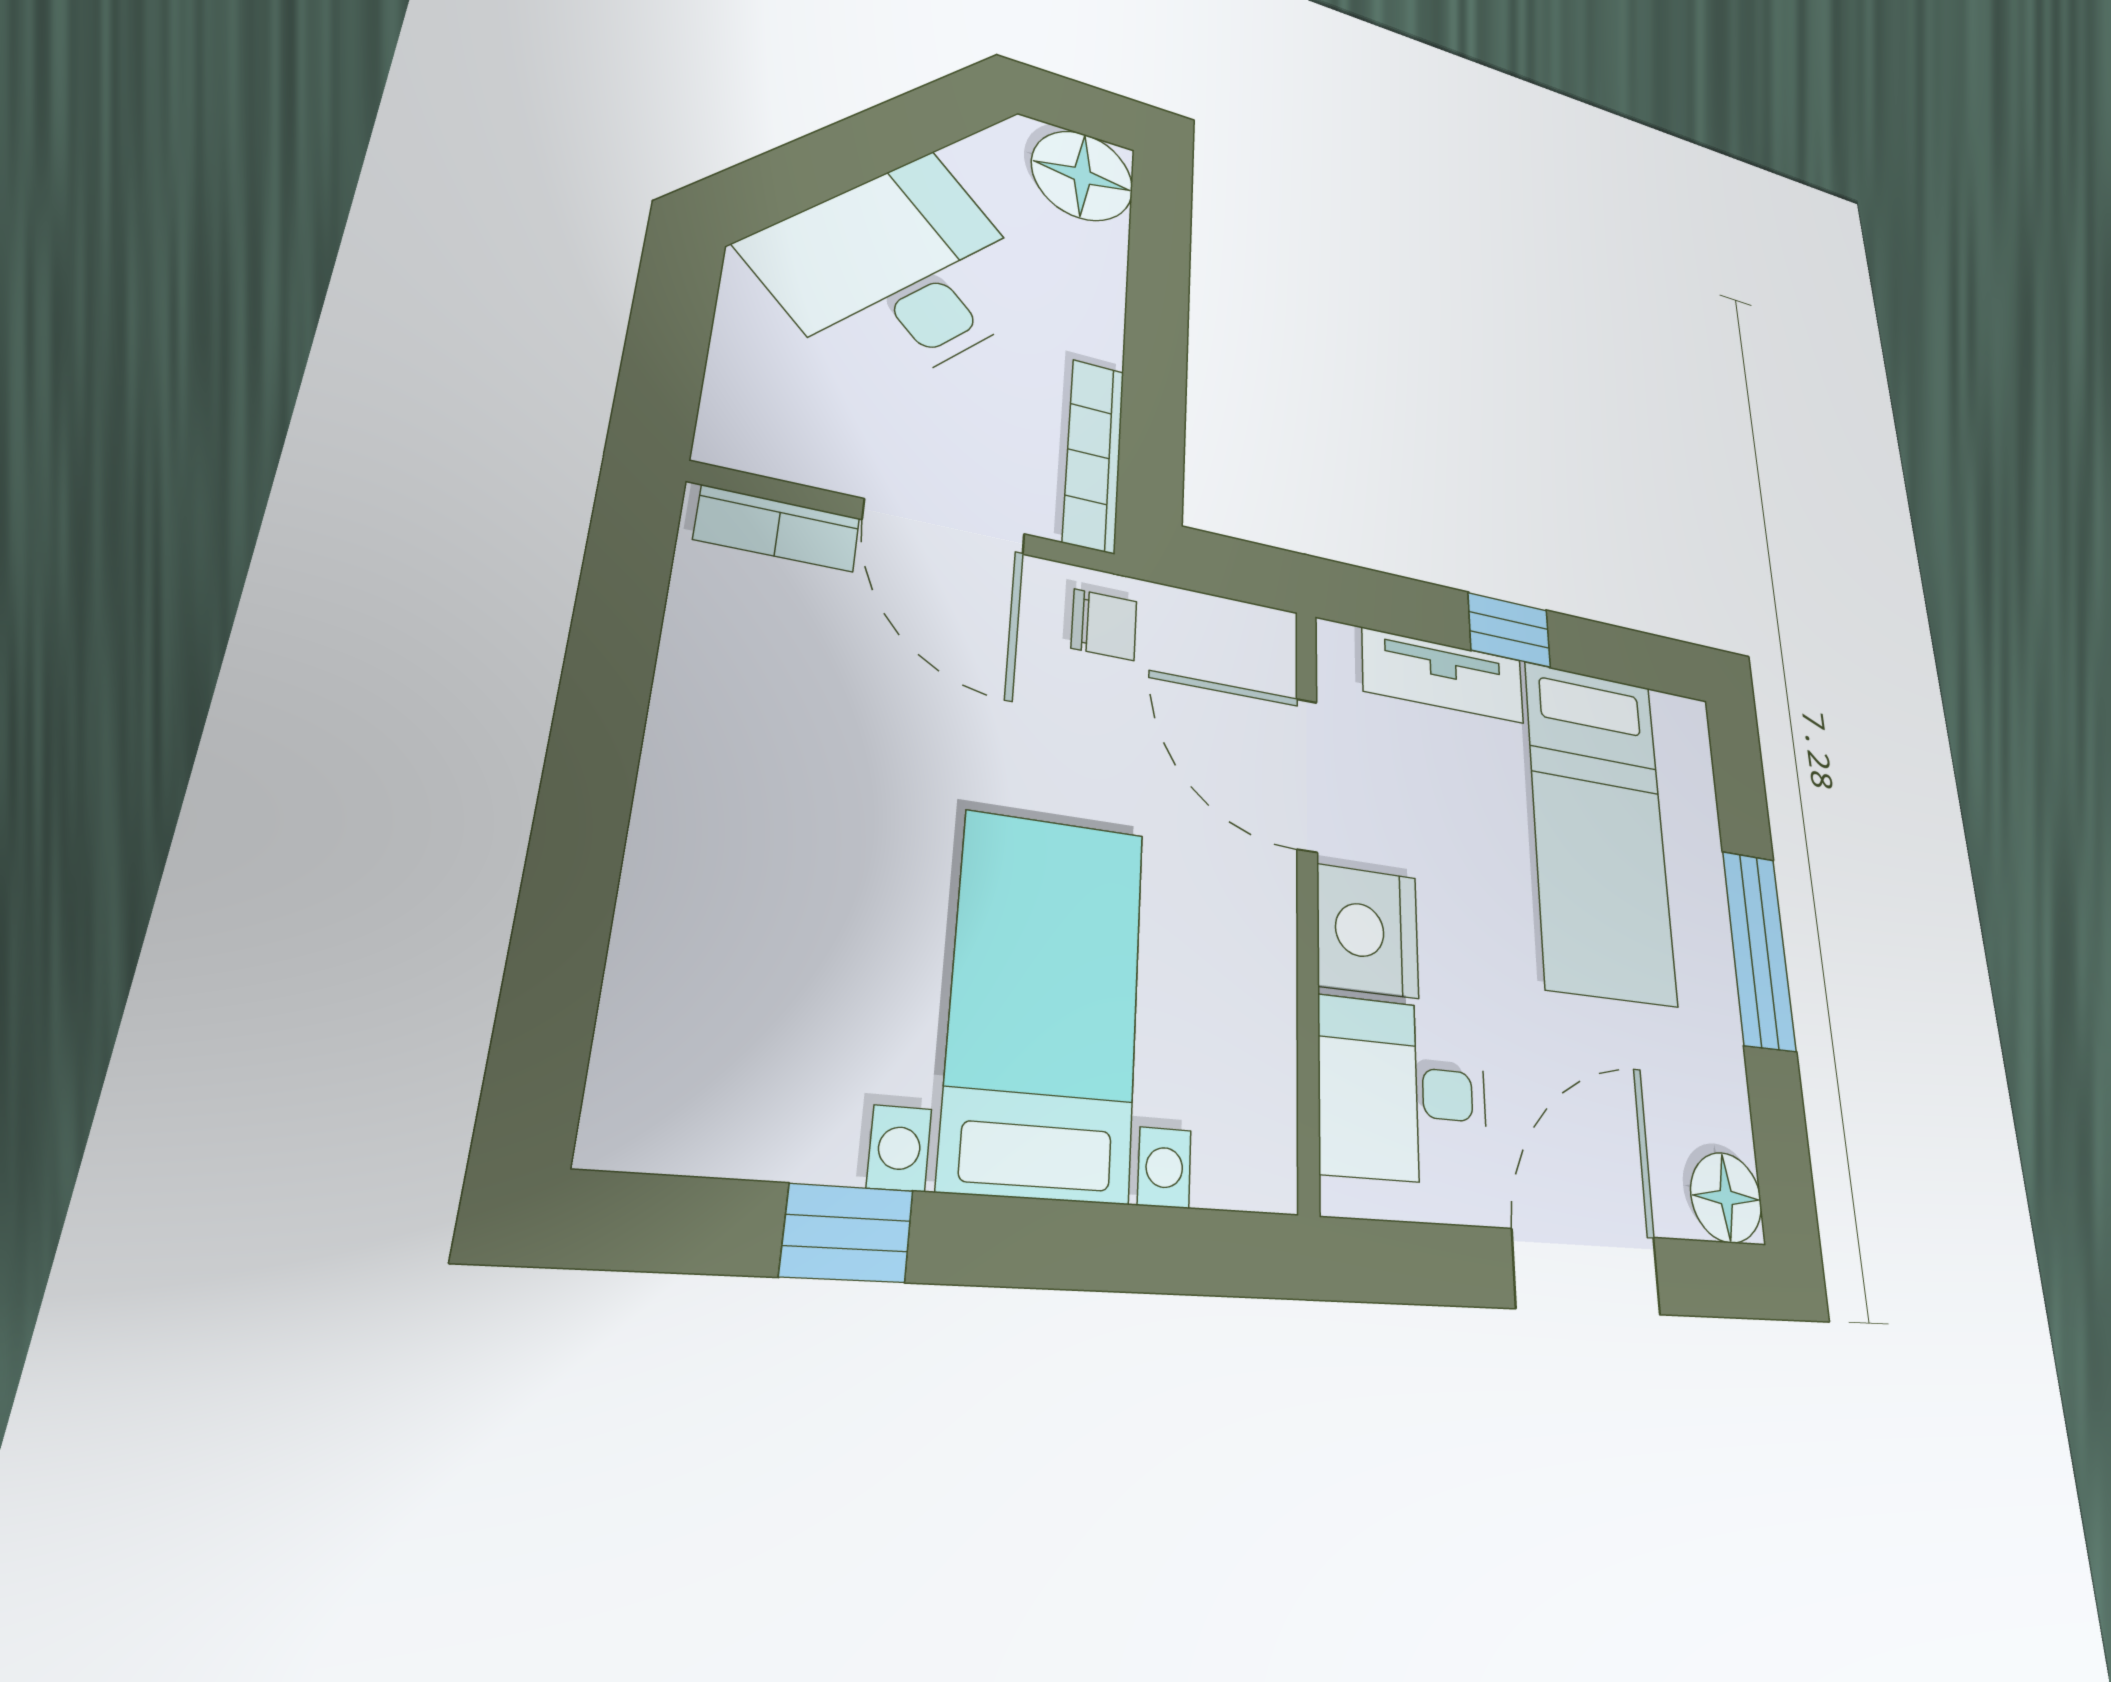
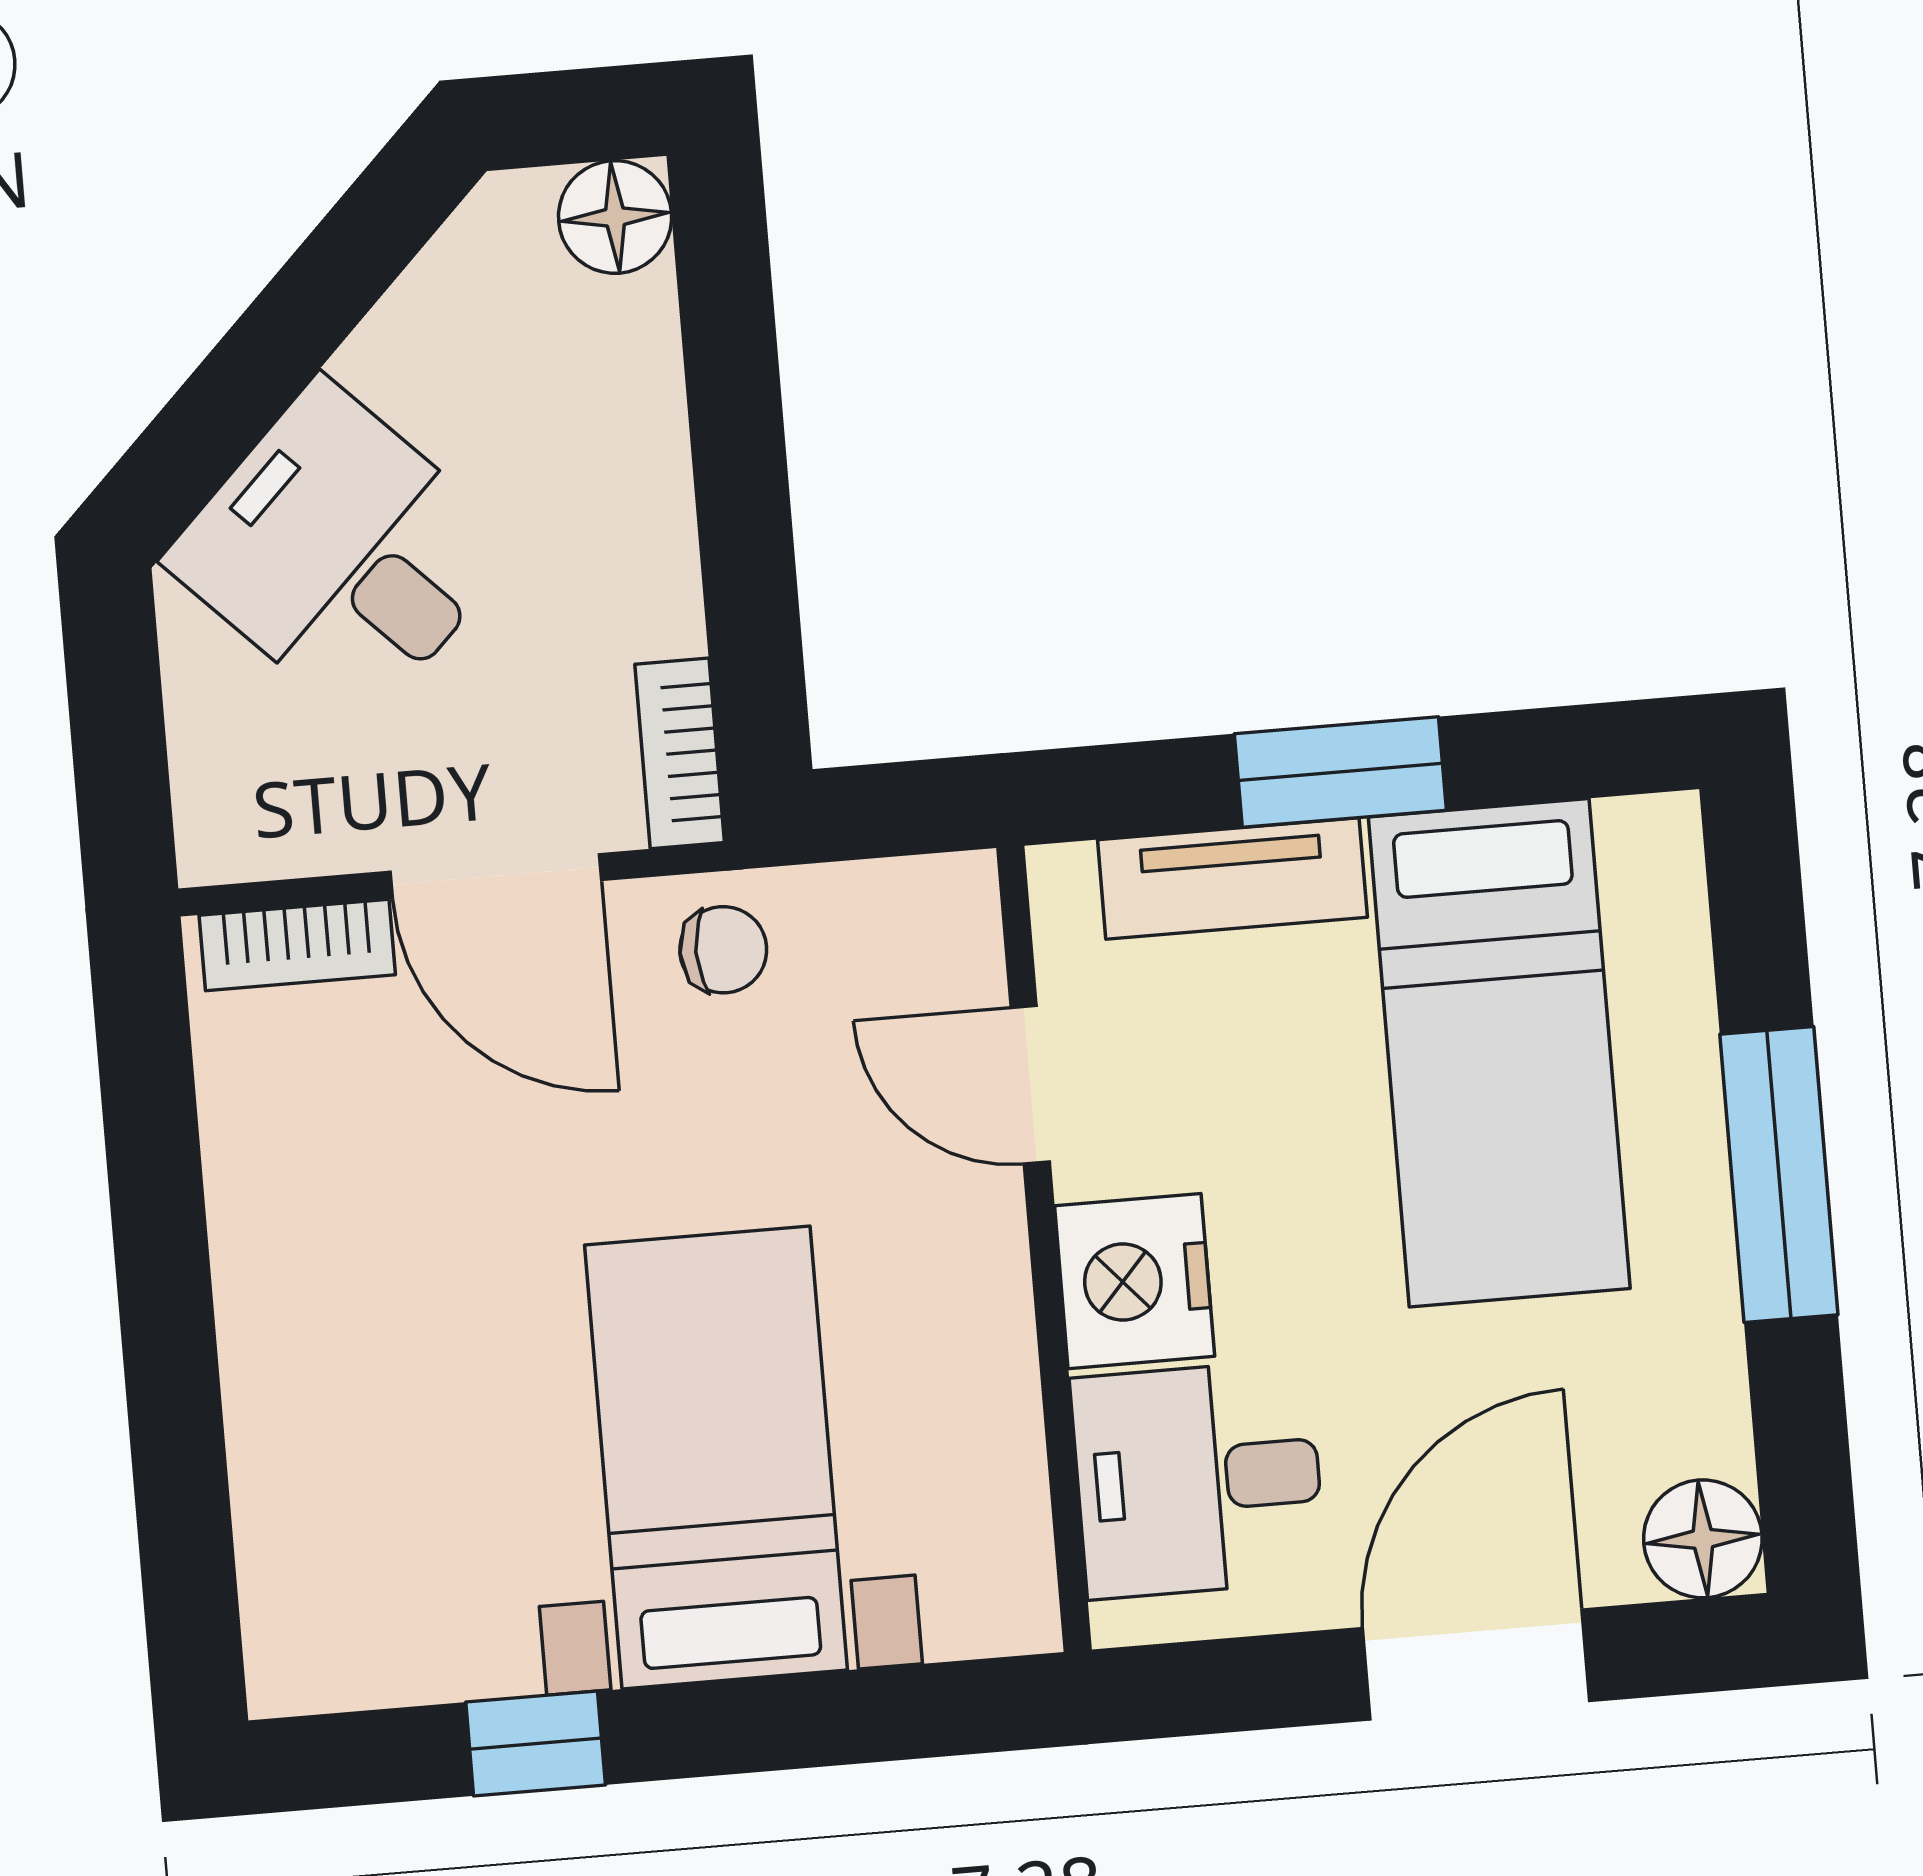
floor lamp: (1082, 176) -> (615, 217), width x0.73, depth x0.73
desk: (900, 273) -> (342, 553), width x0.73
bookcase: (1094, 455) -> (680, 753), width x0.64
window: (1509, 630) -> (1340, 772), width x1.50
door: (1307, 775) -> (1030, 1085), width x0.73

